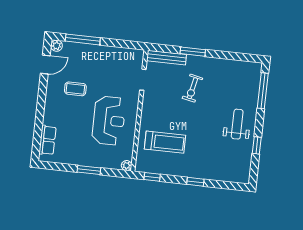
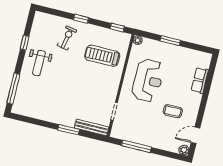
window: (83, 39) -> (136, 146), moved
exercise bike: (192, 88) -> (67, 38), moved
reception desk: (109, 121) -> (148, 80), turned 180
row of seats: (47, 140) -> (200, 80), moved

